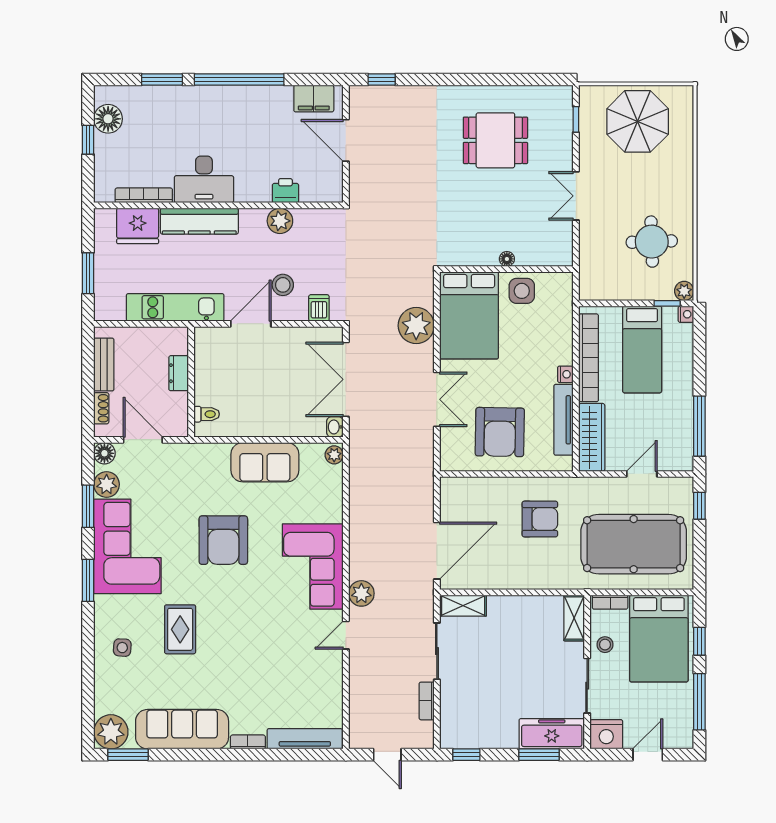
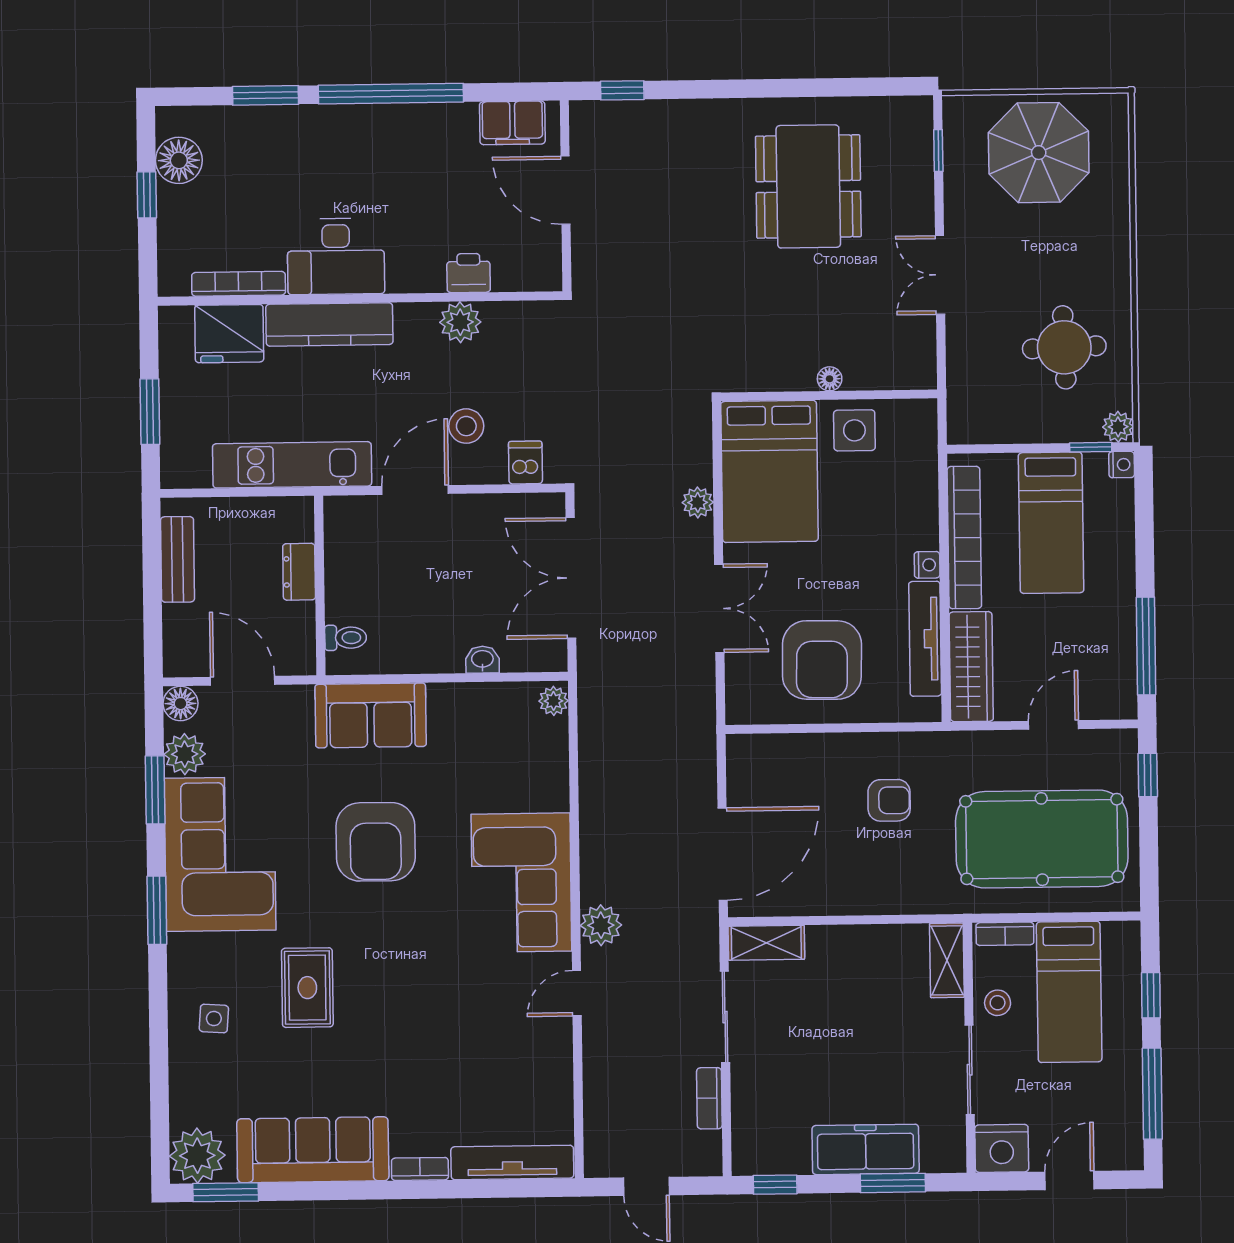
dining table: (495, 140) -> (808, 186), width x1.38
plant: (416, 326) -> (698, 502), width x0.53, depth x0.53
shoe rack: (101, 408) -> (174, 630), removed
washbasin: (335, 427) -> (482, 660), moved, turned 90
sofa: (265, 462) -> (371, 715), moved
armchair: (540, 519) -> (889, 800), width x0.72, depth x0.72
bed: (659, 638) -> (1069, 992), width x0.67
freezer: (552, 734) -> (866, 1149), moved

